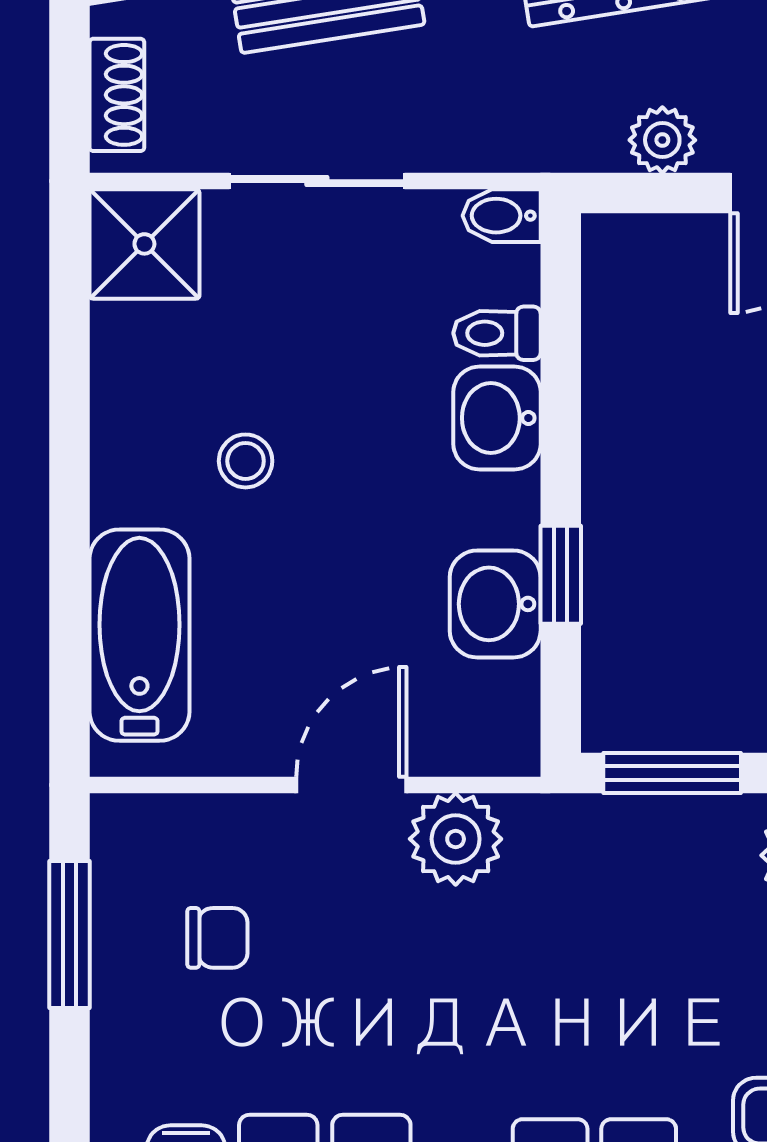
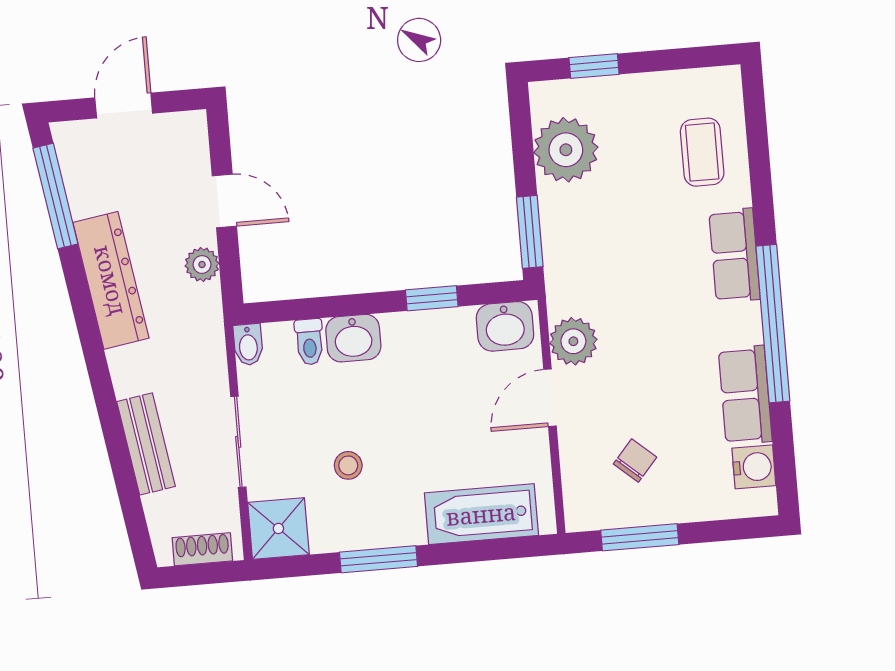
window: (69, 431) -> (378, 559), added
stool: (246, 461) -> (348, 465), moved
washbasin: (495, 604) -> (505, 326), moved
door: (351, 785) -> (550, 398), hinge flipped
chair: (217, 938) -> (635, 461), turned 41

